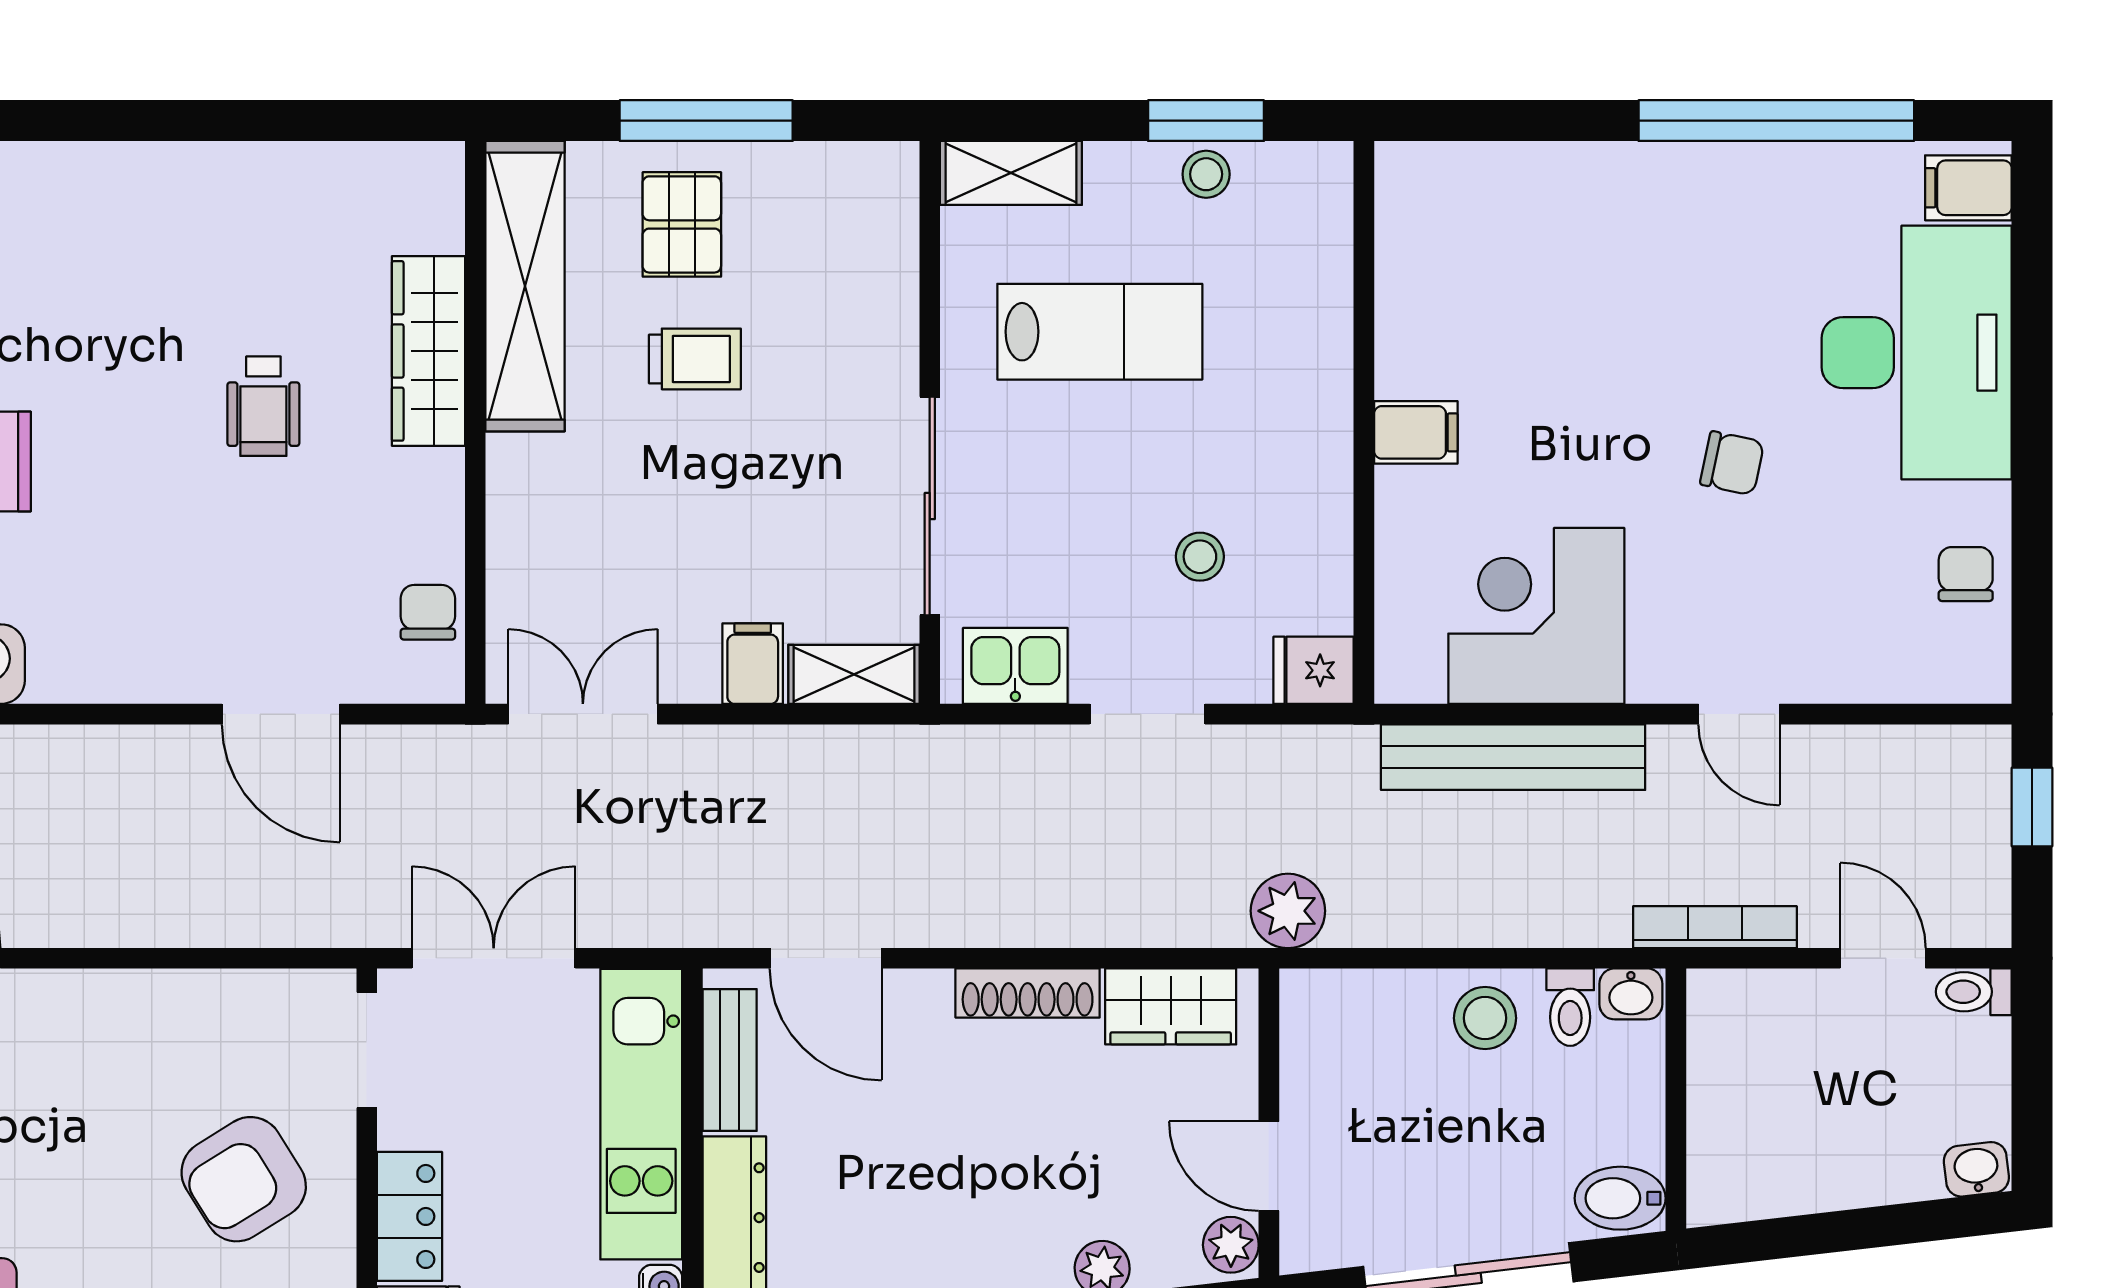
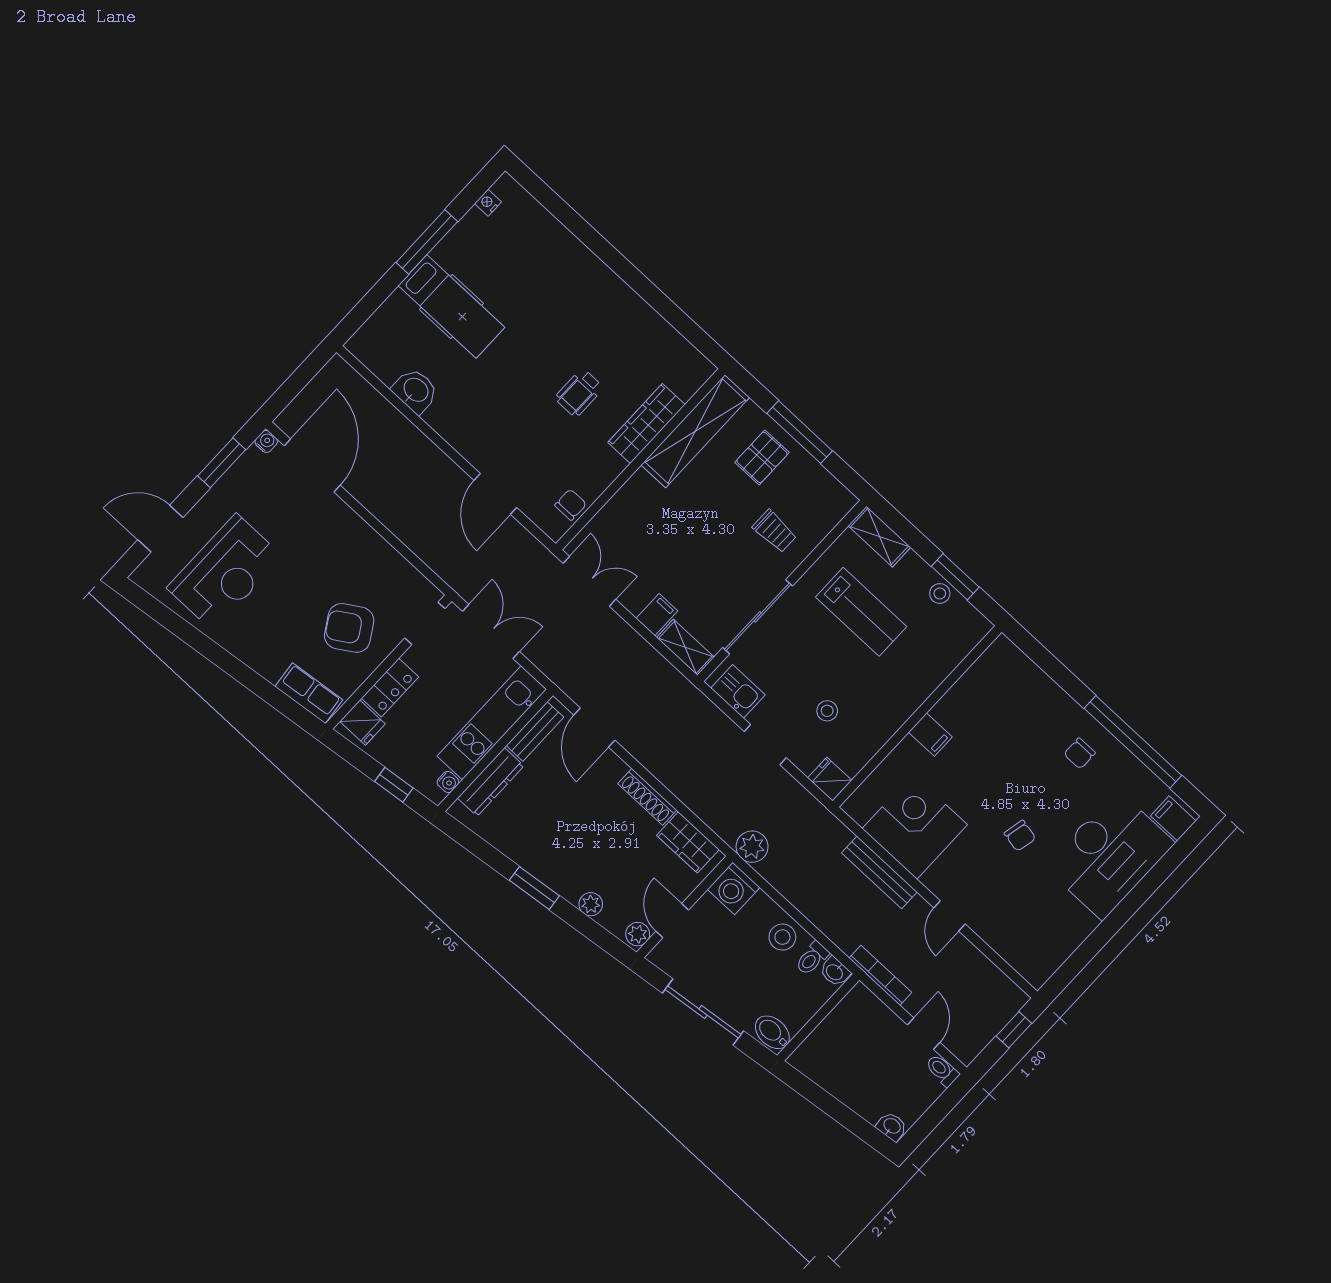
trolley: (695, 359) -> (775, 531), moved
chair: (1966, 574) -> (1080, 753), moved, turned 180
bench: (1513, 757) -> (879, 872), width x0.73, depth x0.82
washing machine: (1323, 1012) -> (734, 888), added

